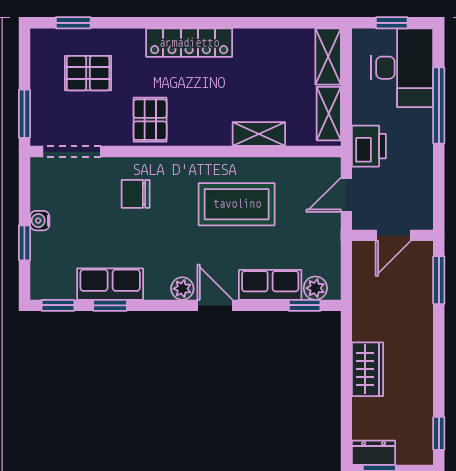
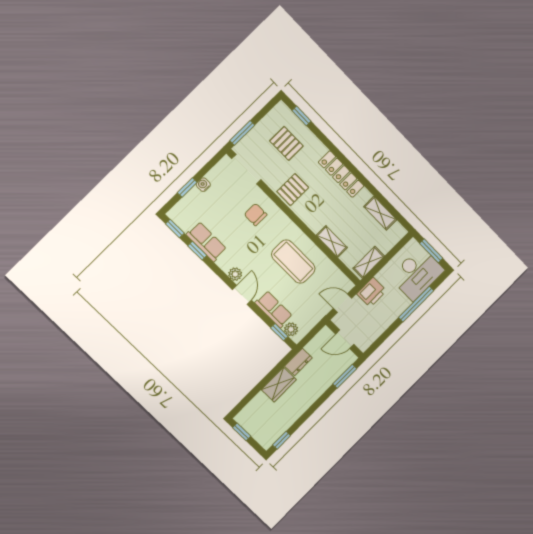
window: (392, 23) -> (431, 251), width x1.50
shelving: (328, 56) -> (380, 213), moved, turned 90
dresser: (374, 453) -> (298, 362), moved, turned 90

